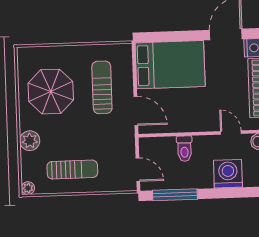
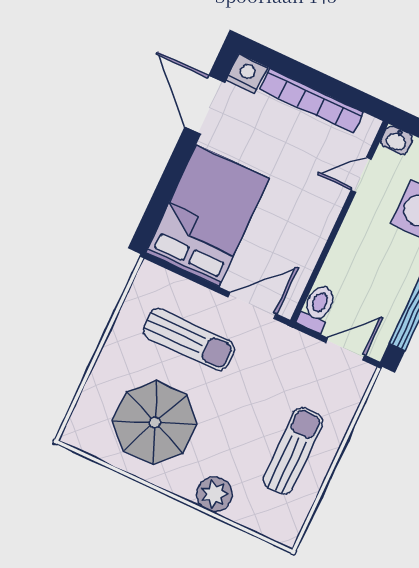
sun lounger: (102, 87) -> (189, 339), turned 180
toilet: (184, 149) -> (317, 308), moved, turned -90
plant: (28, 188) -> (287, 535), removed

